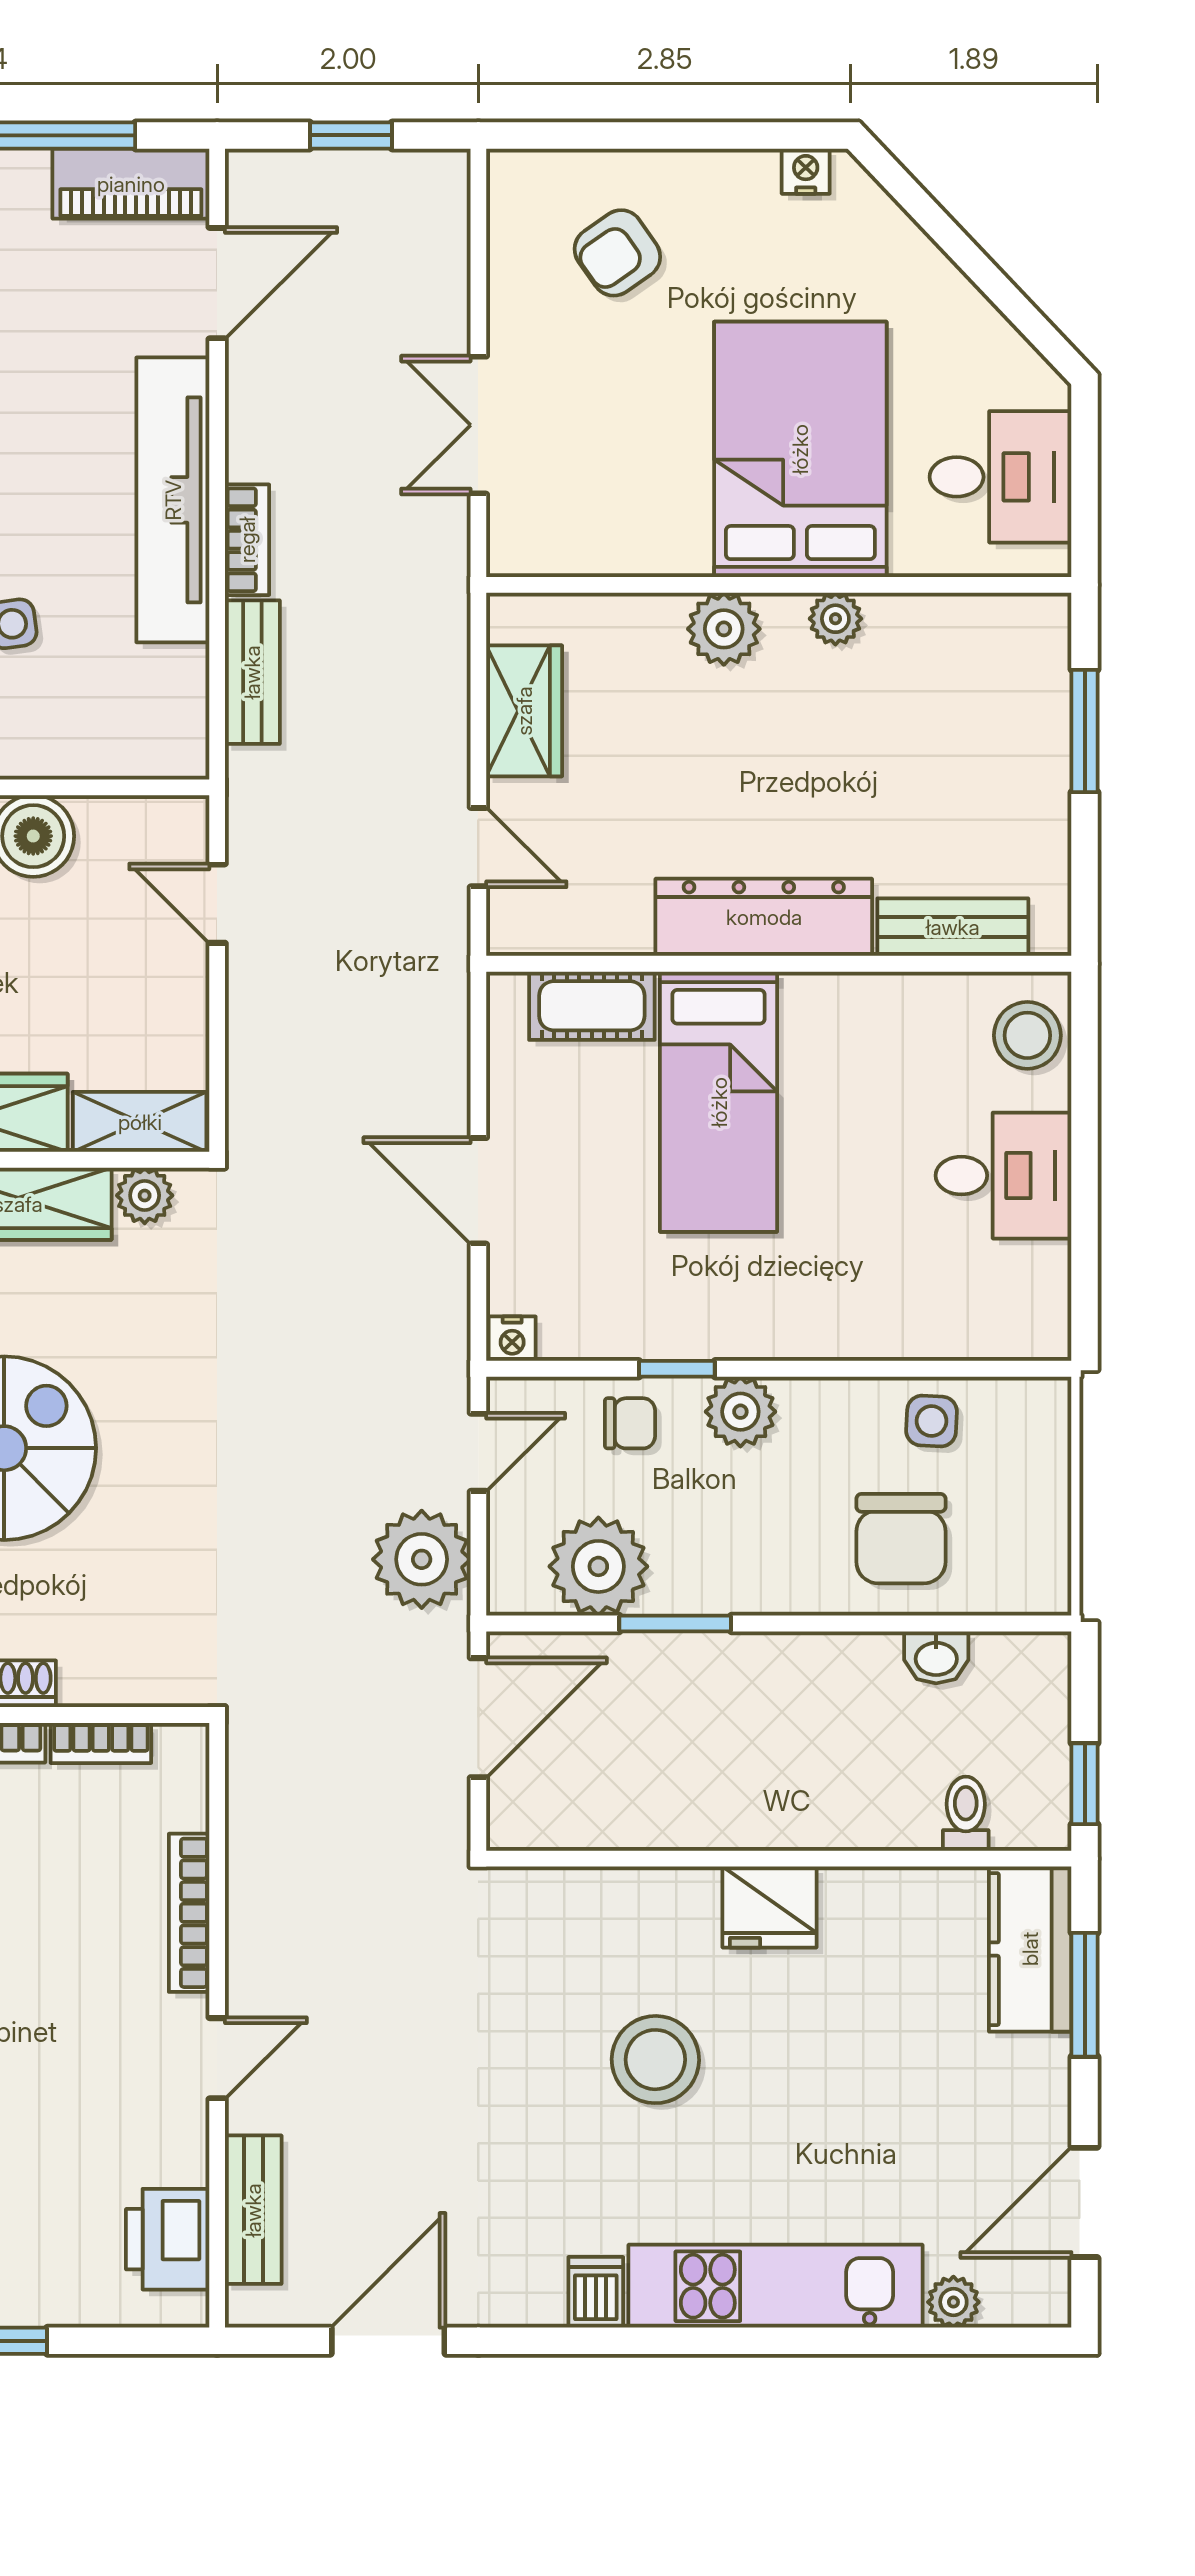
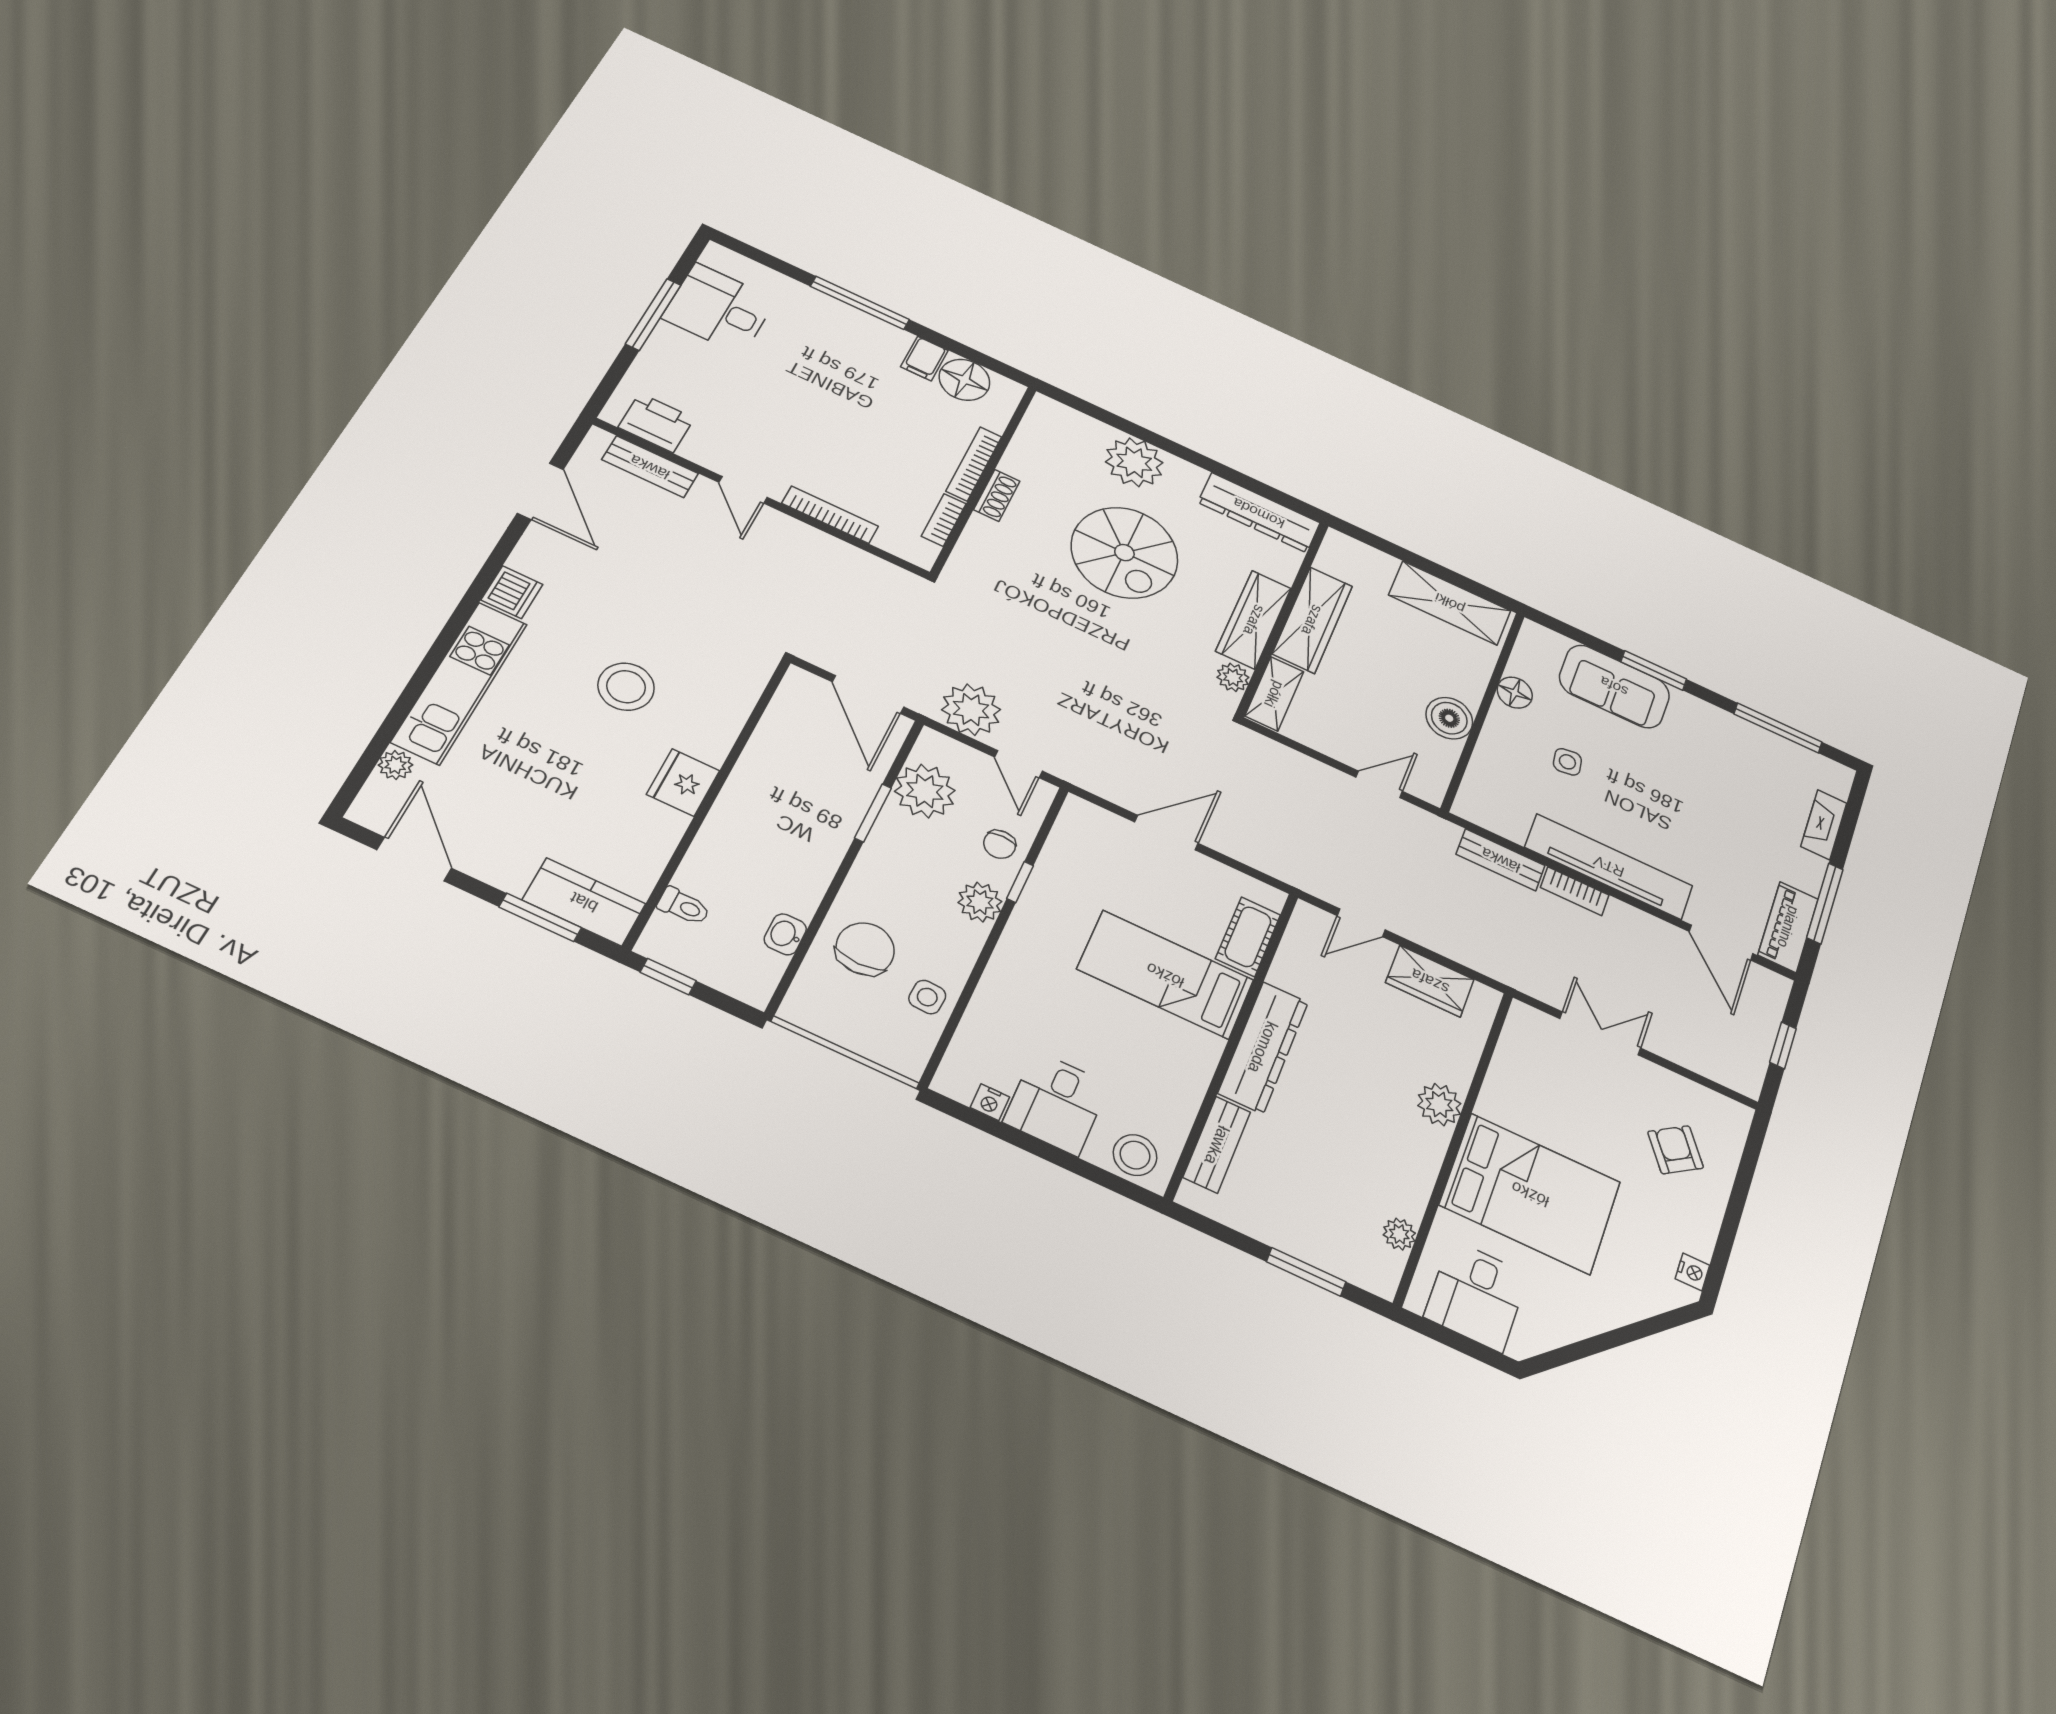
plant: (835, 619) -> (1399, 1234), moved
nightstand: (512, 1339) -> (990, 1102), moved, turned -90
chair: (901, 1539) -> (865, 949), turned 90
dishwasher: (596, 2292) -> (512, 592), width x1.38

